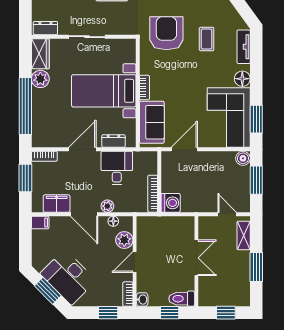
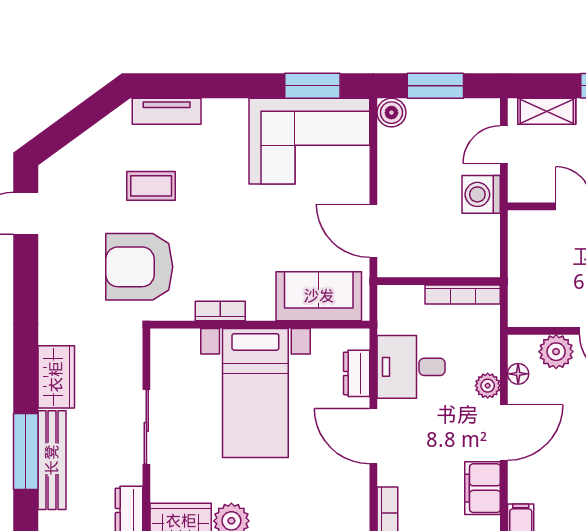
floor lamp: (242, 79) -> (231, 114), removed
bookcase: (145, 88) -> (220, 311), moved
washing machine: (171, 203) -> (481, 194), moved, turned -90

